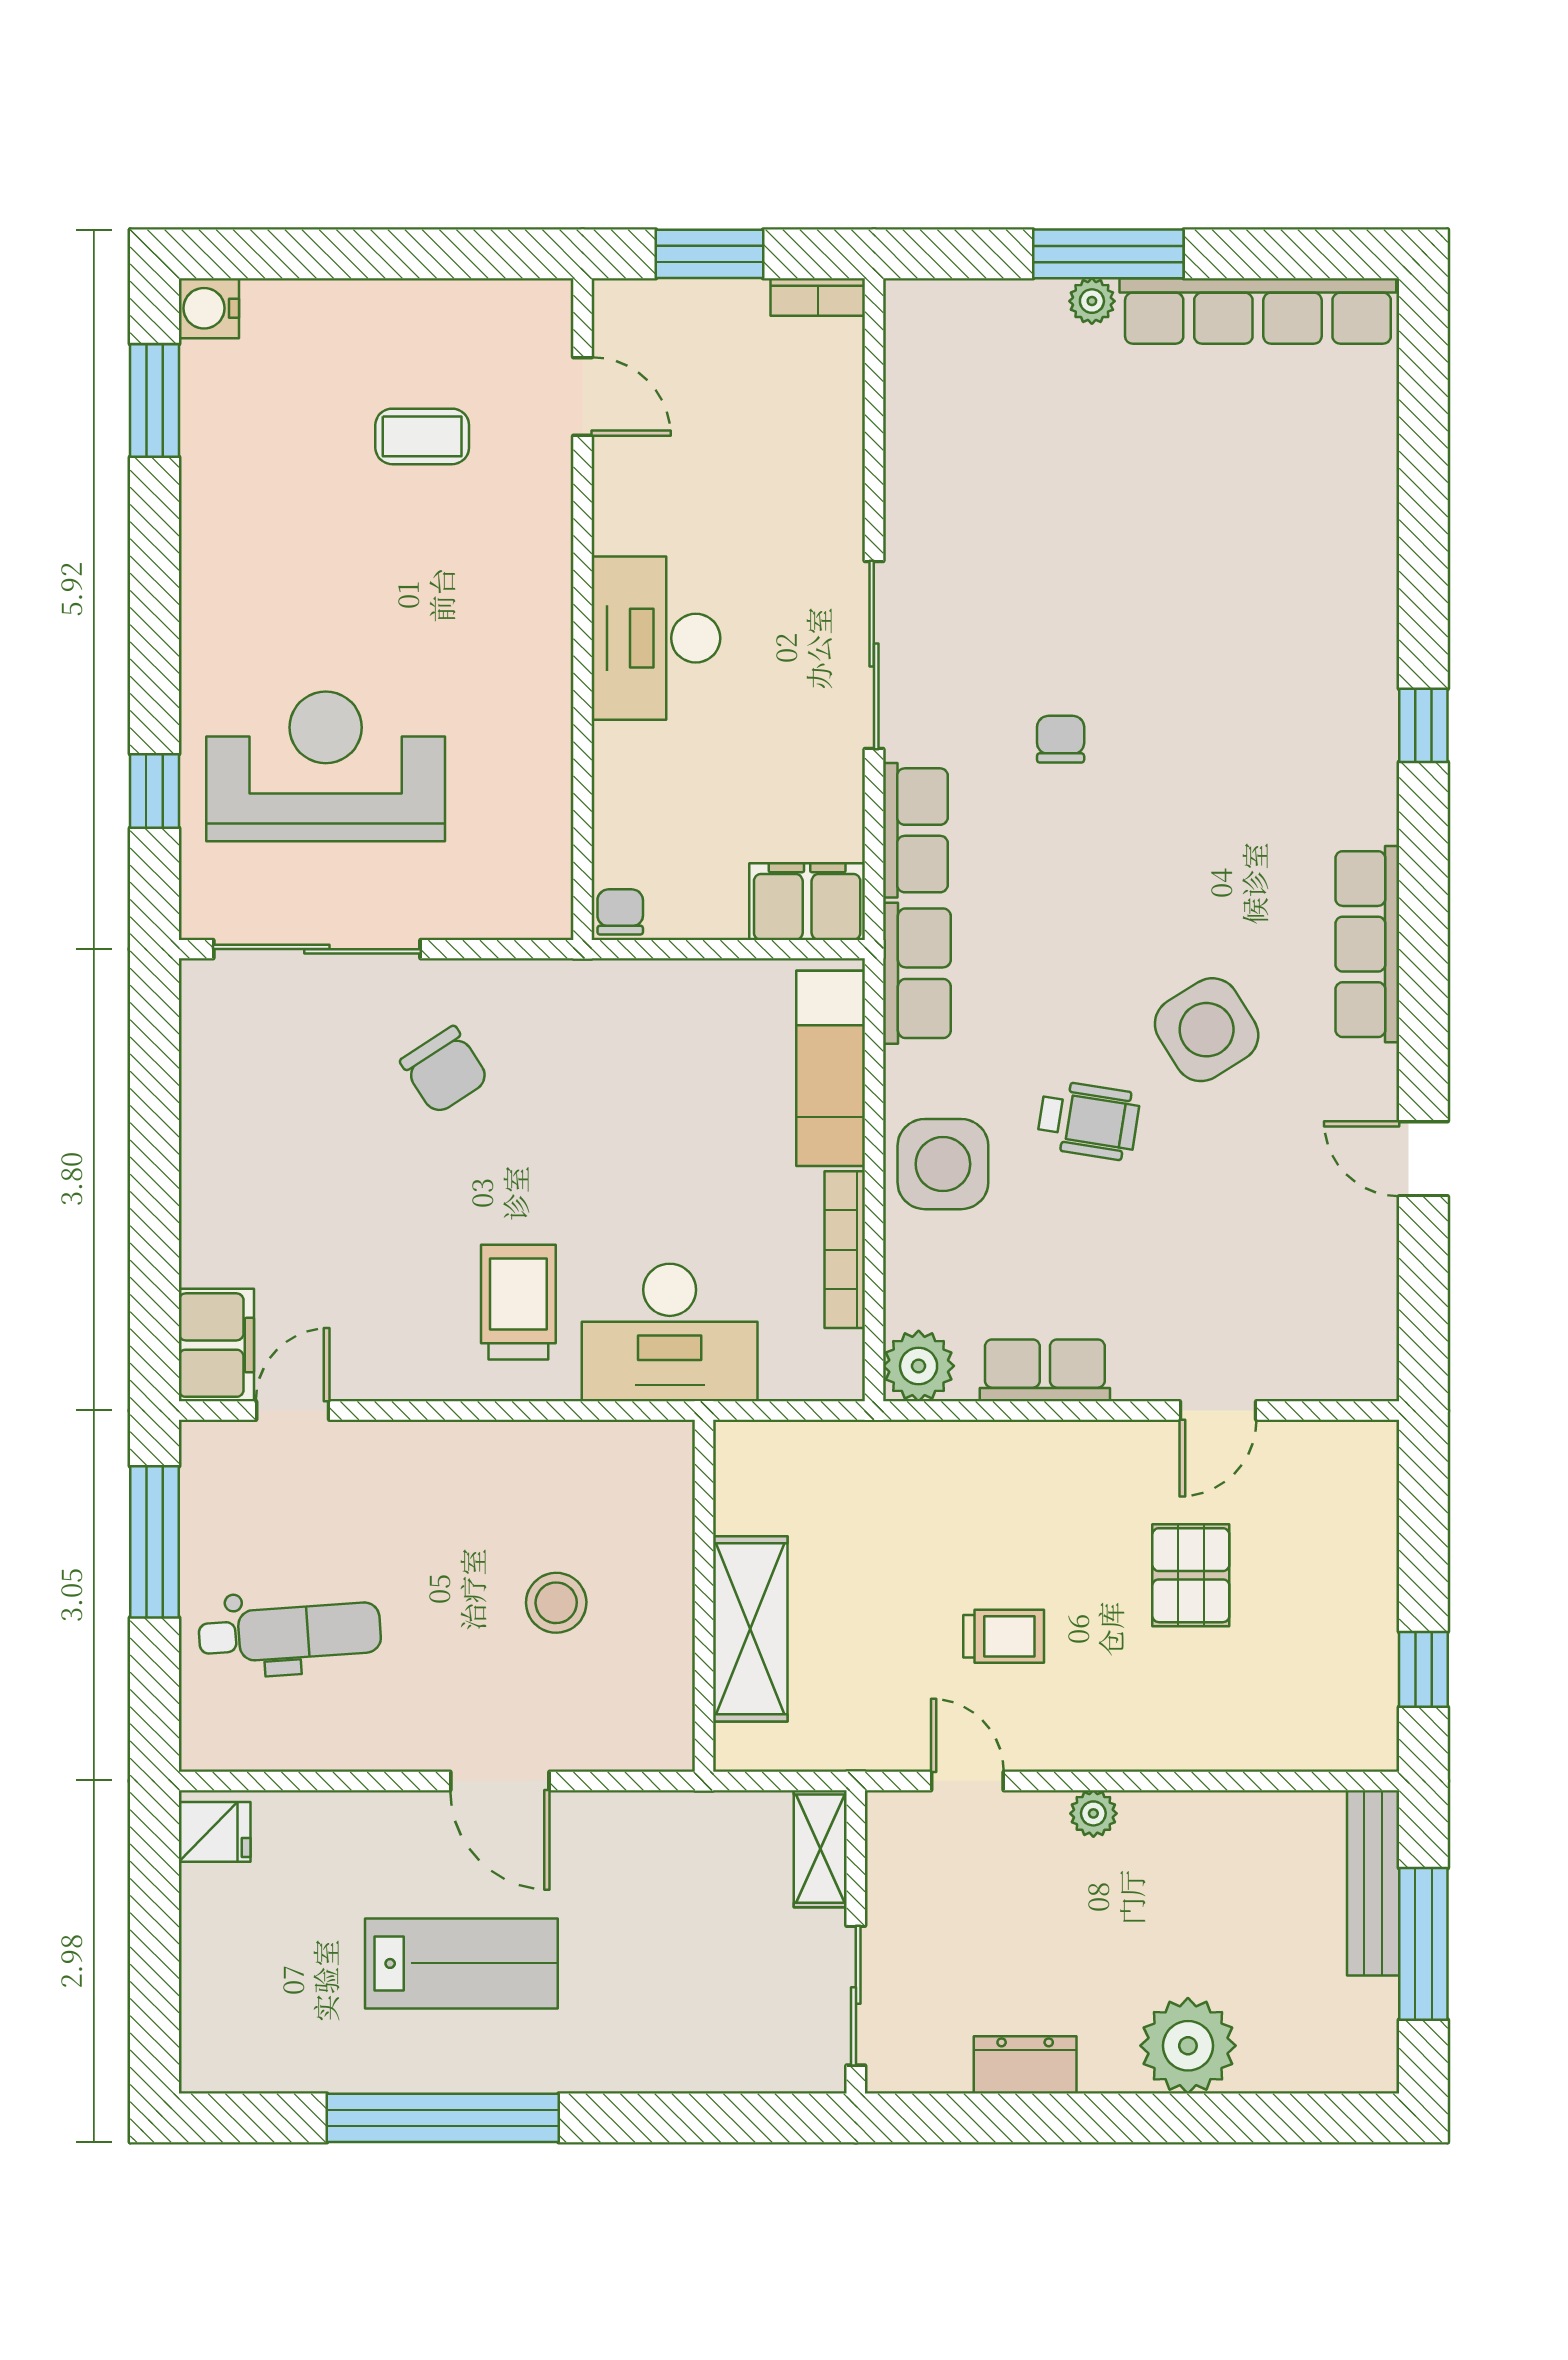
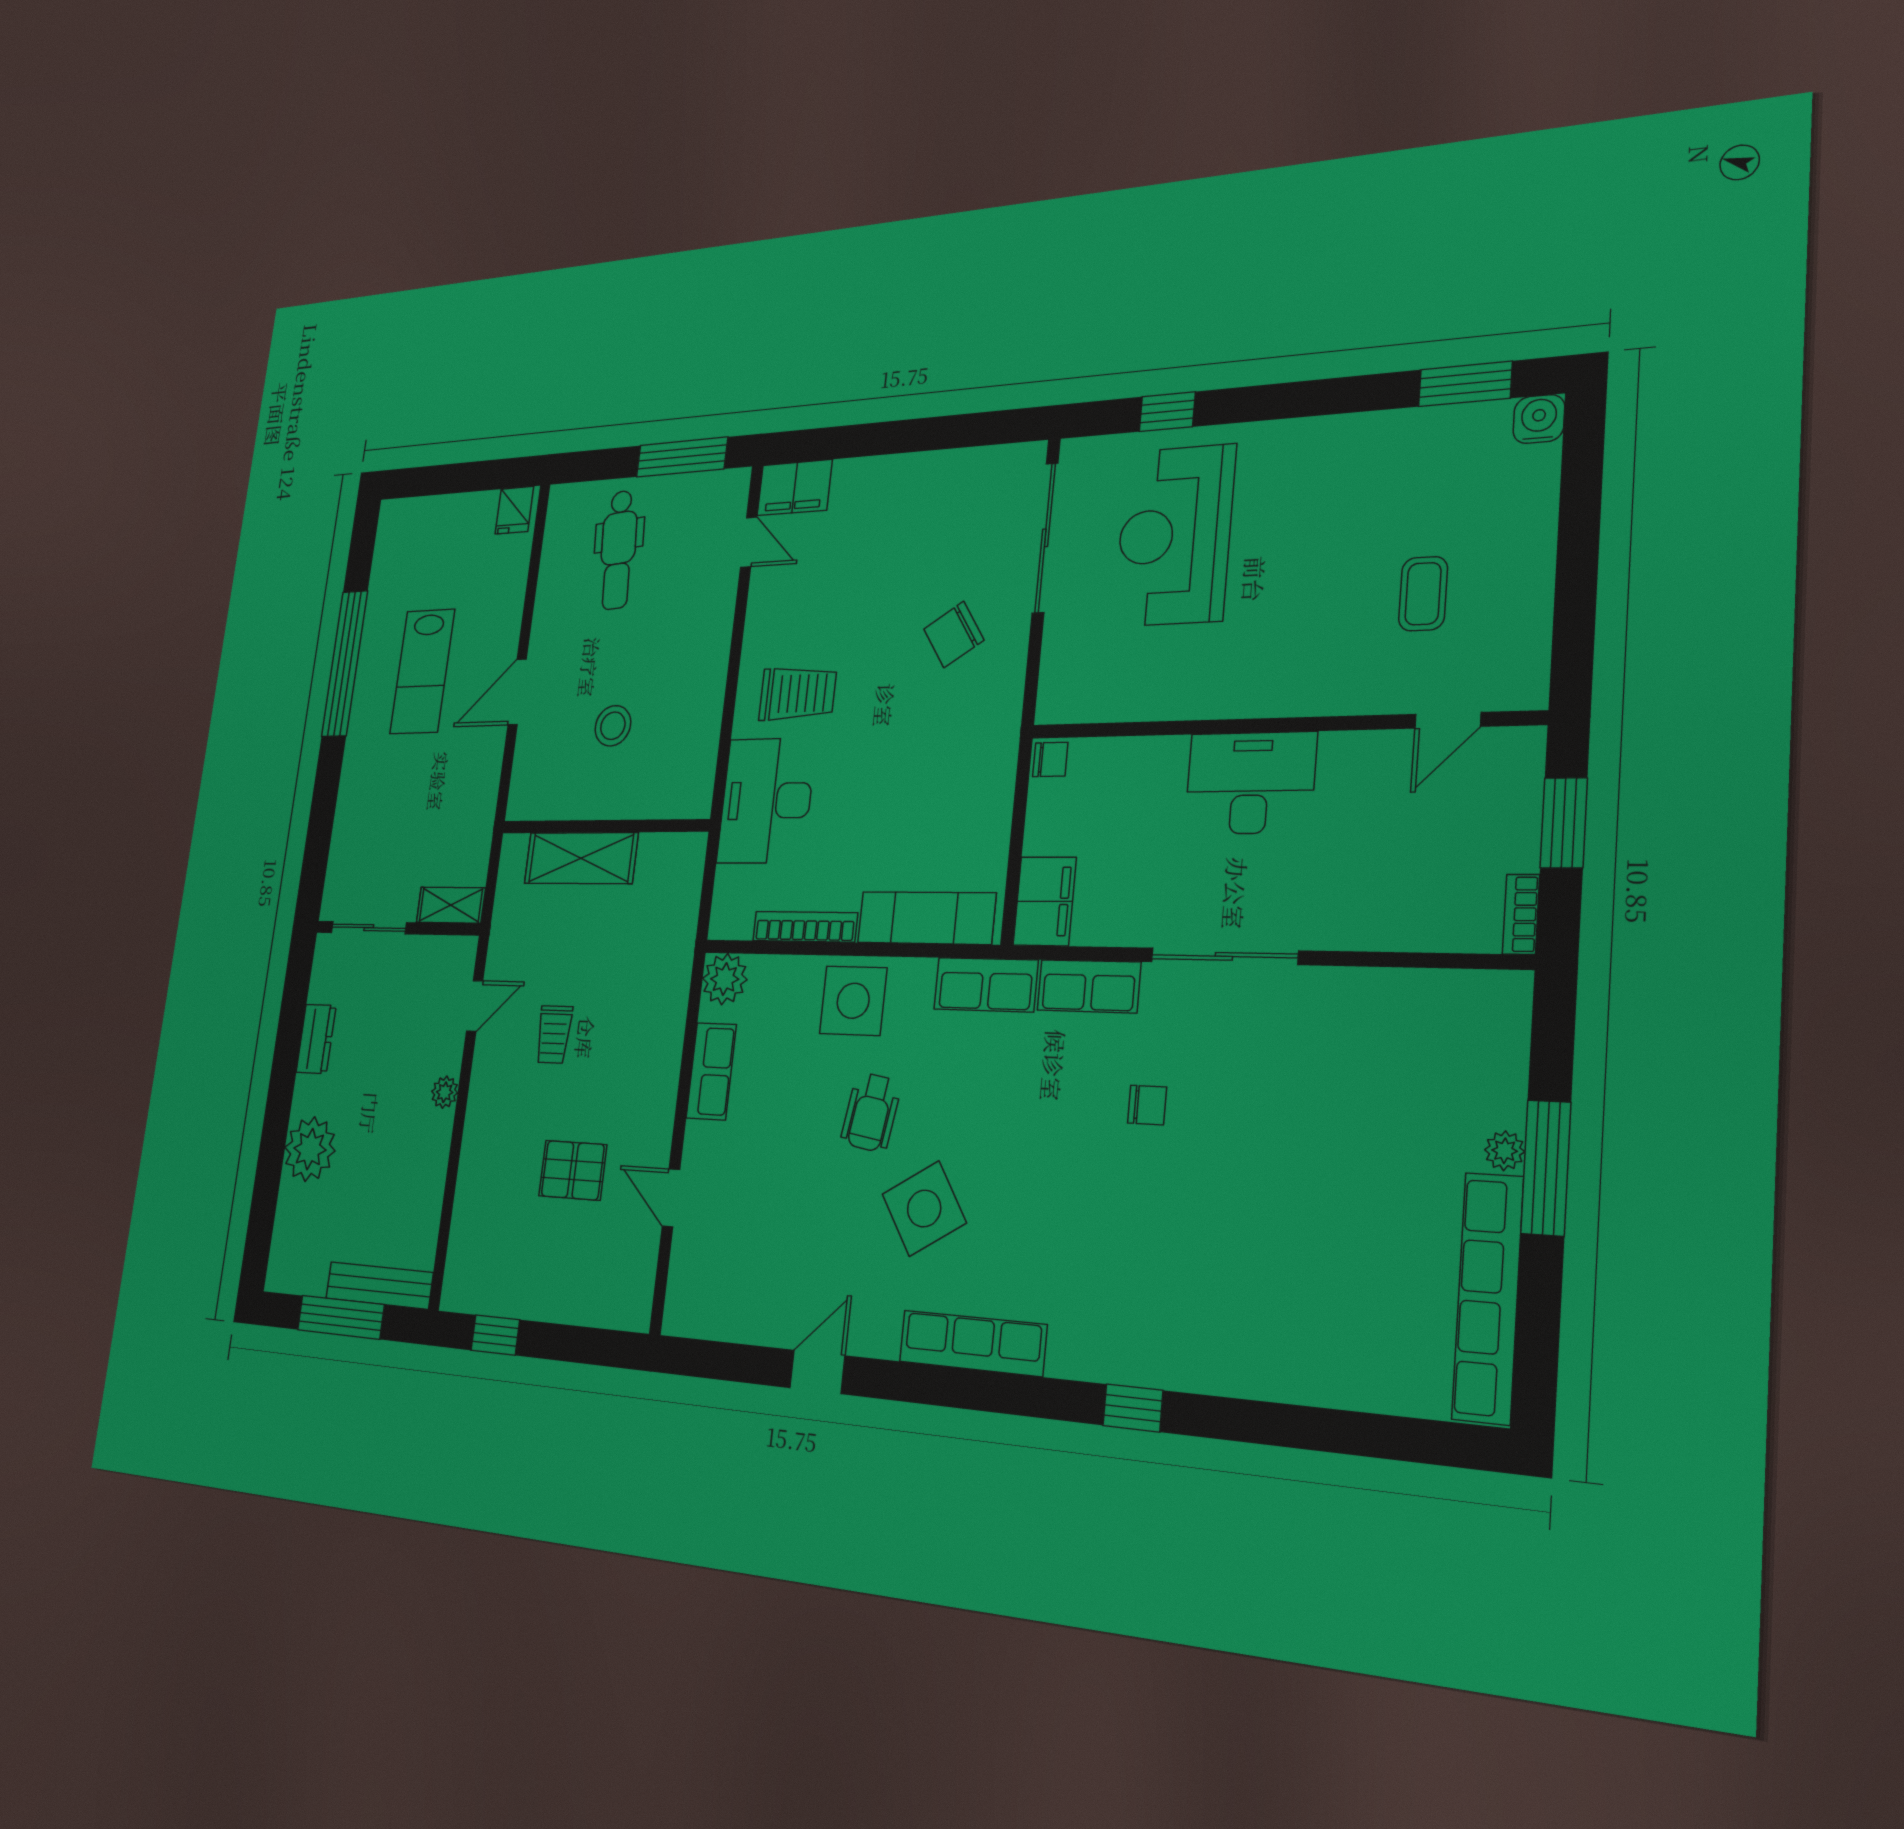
reception desk: (326, 766) -> (1174, 535), turned 180

